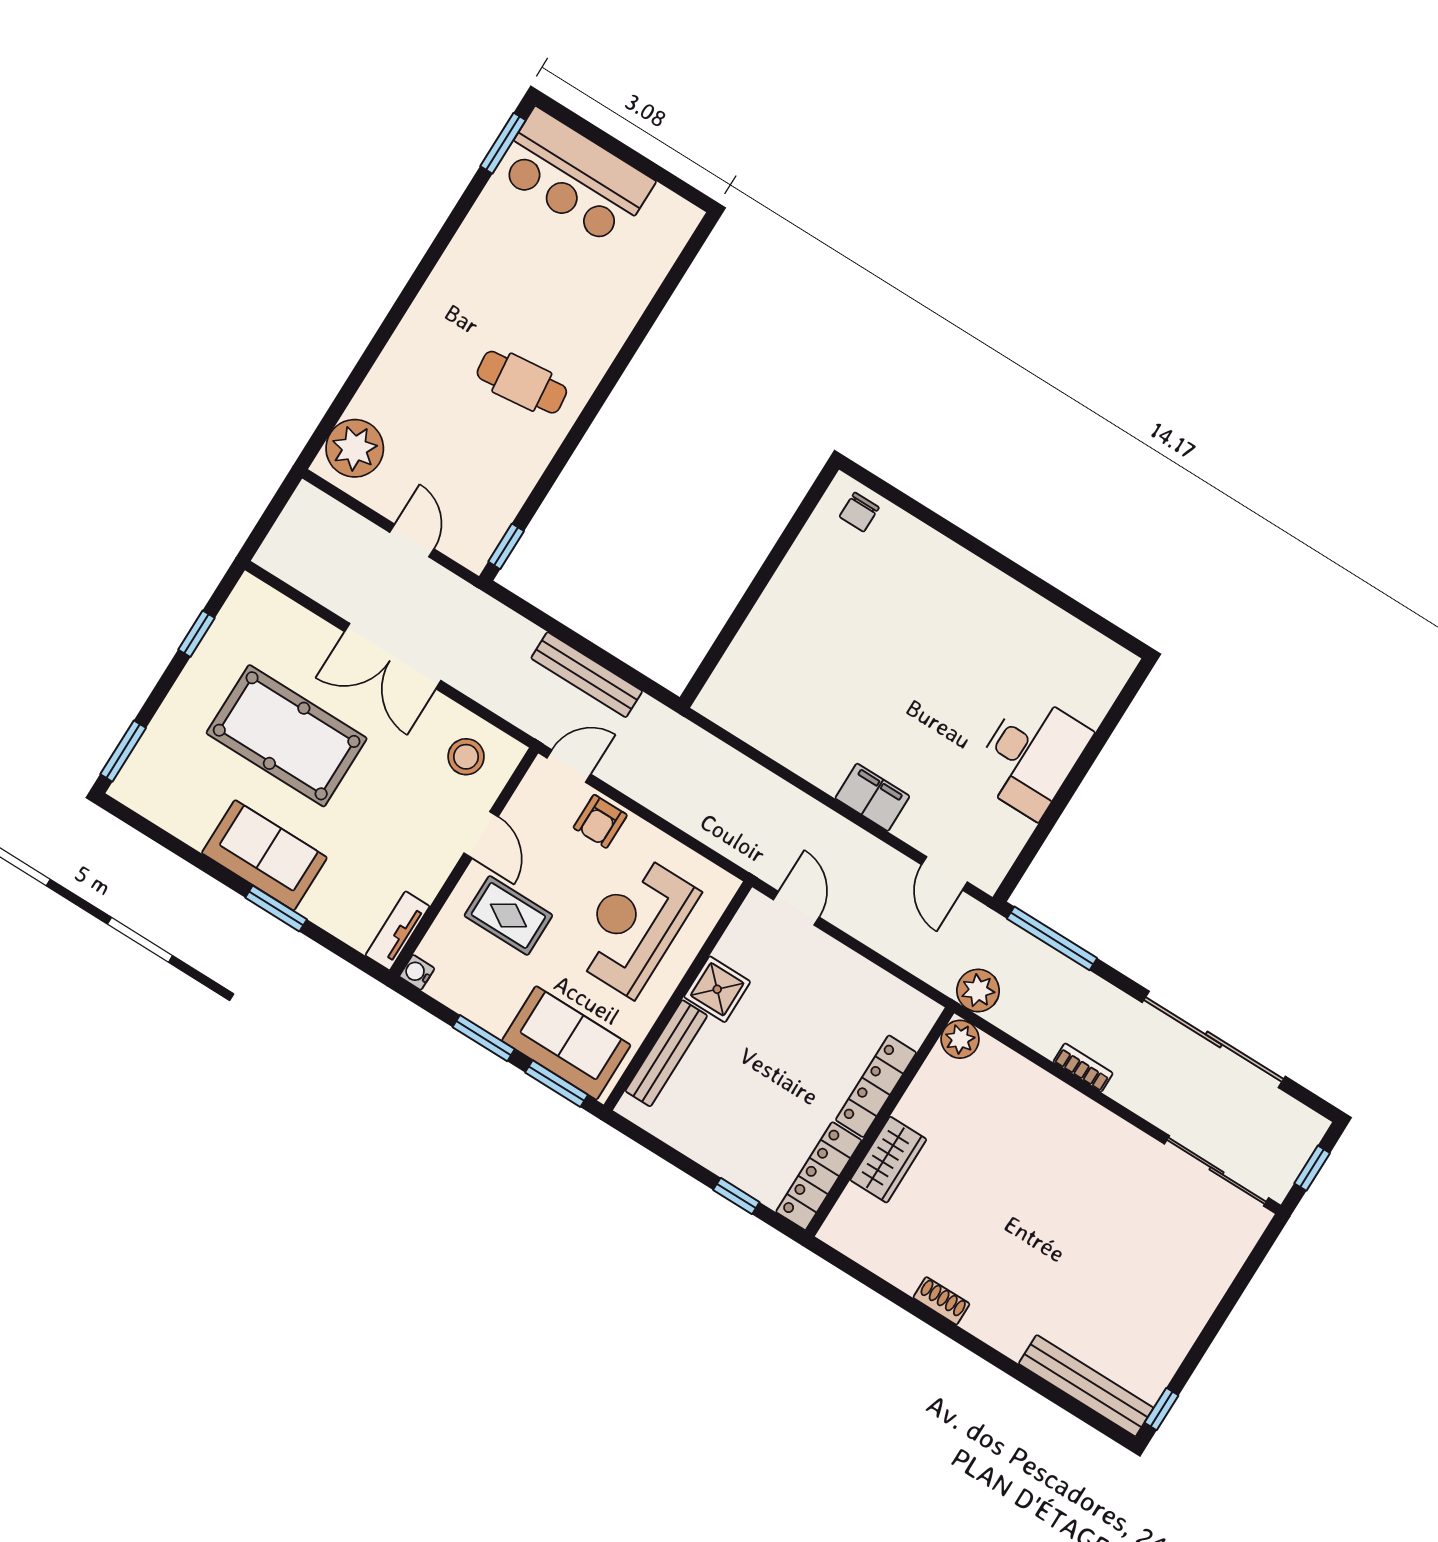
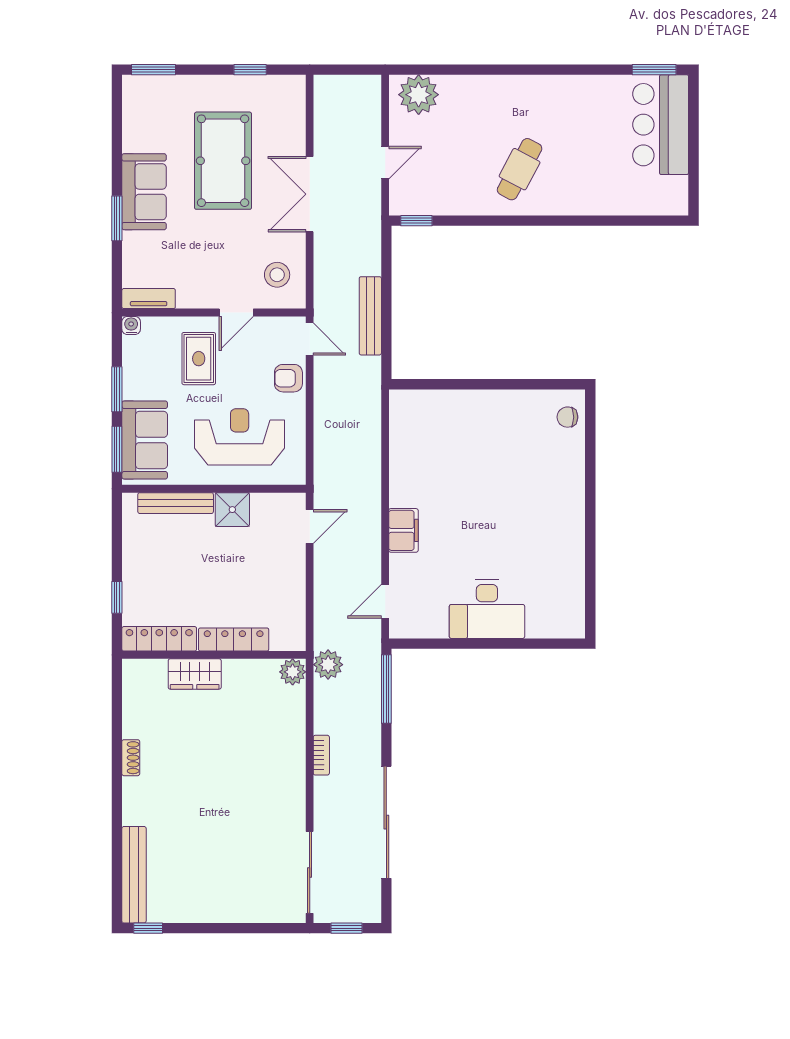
cafe table: (522, 382) -> (520, 169), turned 34

